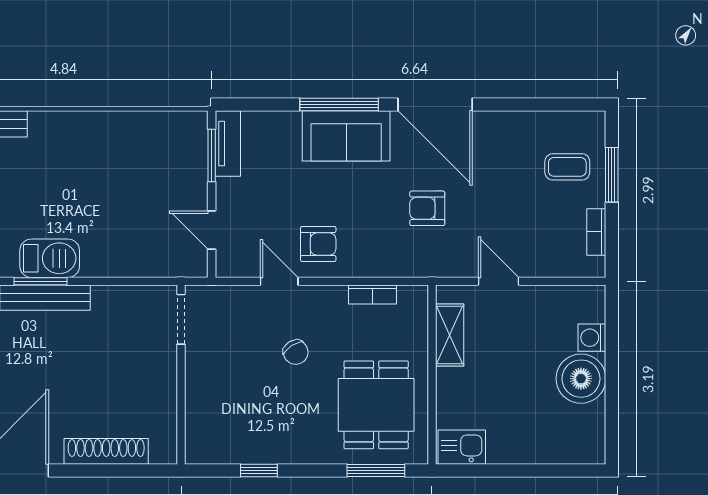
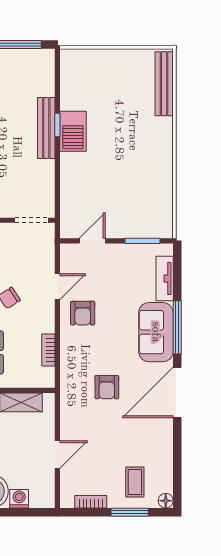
floor lamp: (595, 121) -> (166, 501), added
tv unit: (228, 144) -> (165, 279), moved, turned 90
armchair: (427, 208) -> (107, 387), turned 180
window: (41, 281) -> (57, 125), width x0.67
door: (498, 281) -> (57, 455), moved

